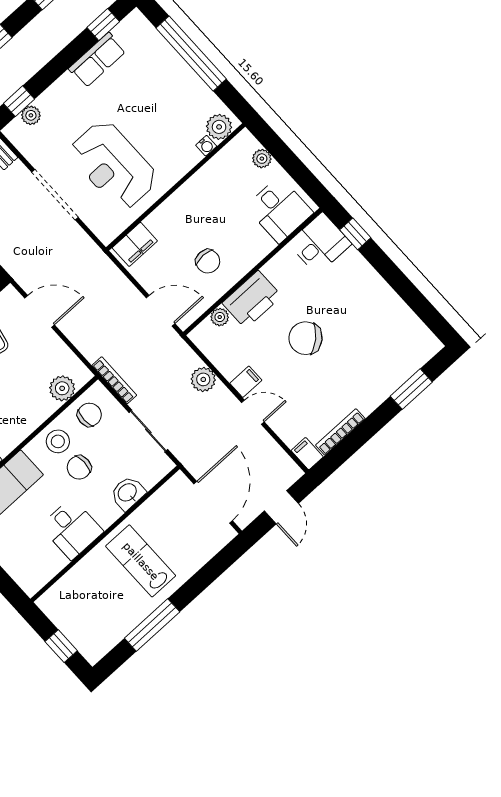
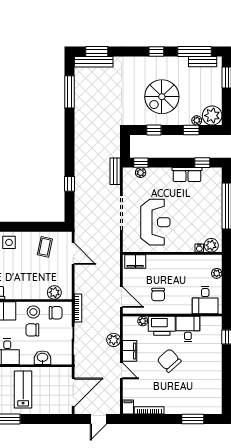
reception desk: (113, 165) -> (155, 222), turned 180
desk: (320, 244) -> (188, 329), moved, turned -90
filing cabinet: (246, 382) -> (130, 351), width x2.00

